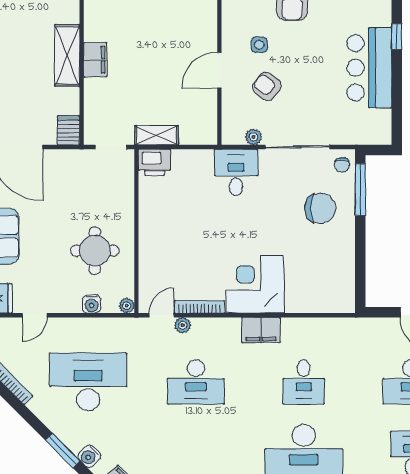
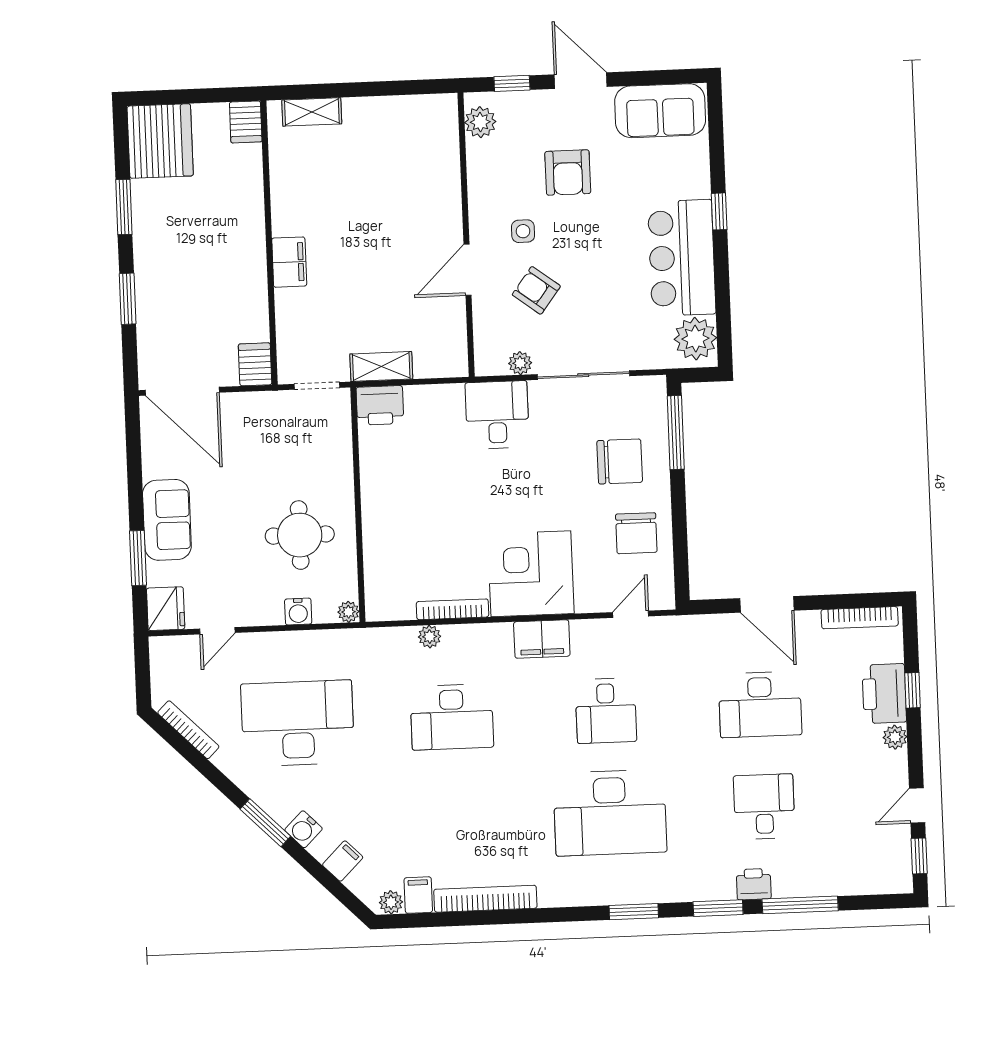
shelving: (67, 55) -> (249, 257), removed
plant: (377, 125) -> (695, 339), added
chair: (342, 165) -> (636, 533), moved, width x1.87, depth x1.87
door: (162, 315) -> (631, 614), moved

